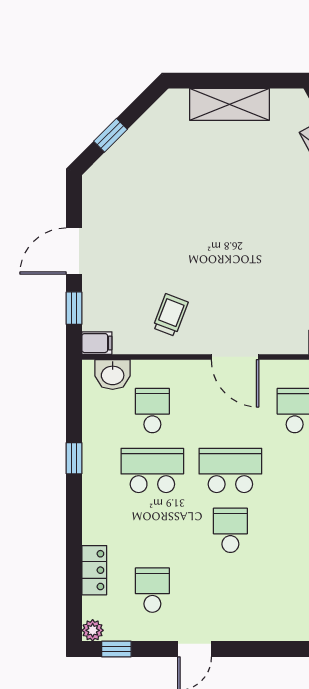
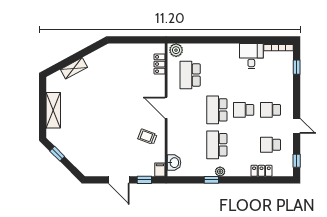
window: (110, 135) -> (57, 154), moved
door: (235, 357) -> (166, 108), swing flipped
school desk: (152, 411) -> (270, 110), moved
plant: (93, 630) -> (220, 171), moved

